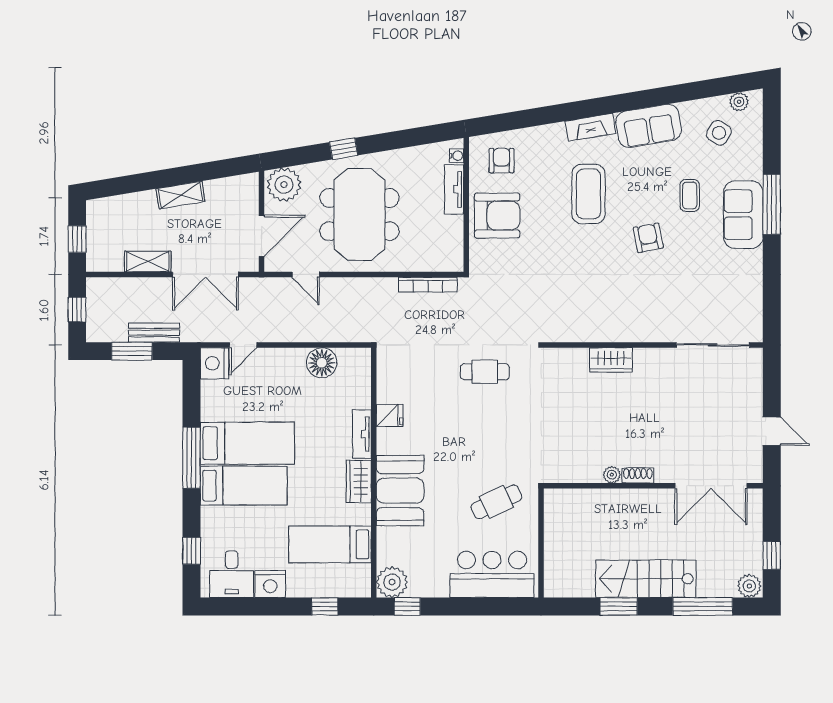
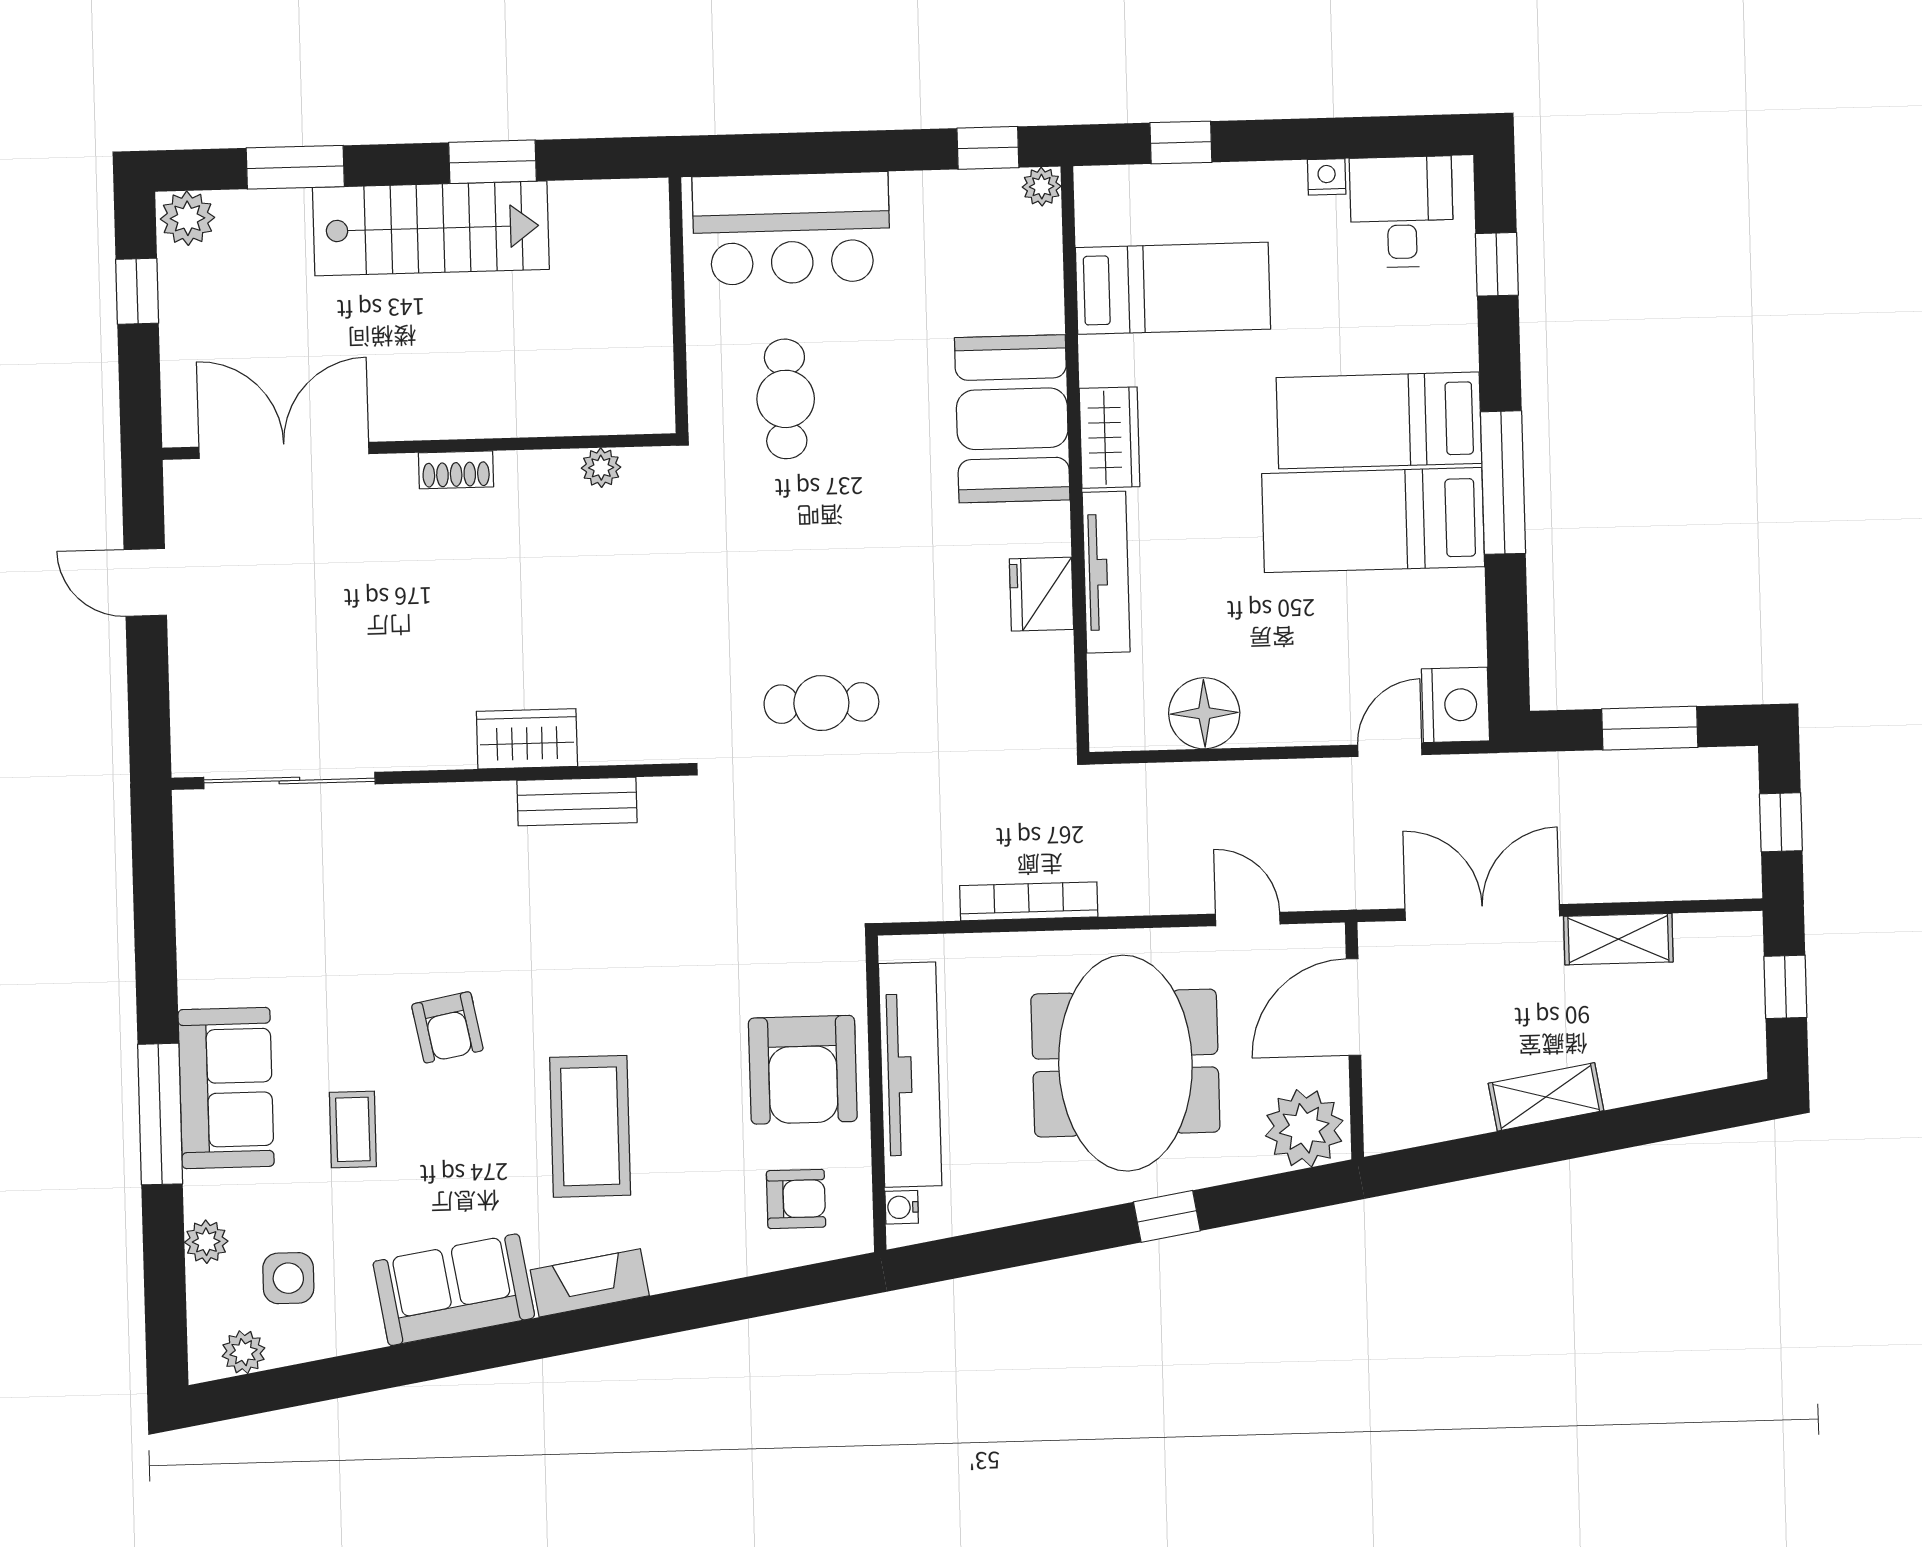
side table: (719, 133) -> (288, 1278), turned -31
plant: (754, 149) -> (206, 1242), added
armchair: (502, 161) -> (796, 1199), turned -90
tv unit: (454, 189) -> (910, 1075), width x1.92, depth x1.29
armchair: (497, 216) -> (803, 1070), turned -90
bookcase: (428, 285) -> (1029, 901), moved
bench: (154, 333) -> (577, 801), moved
fridge: (390, 416) -> (1041, 594), width x1.38
tv unit: (362, 434) -> (1106, 572), width x1.41
plant: (612, 475) -> (601, 468), moved
cafe table: (496, 502) -> (786, 399), turned -65
plant: (392, 582) -> (1042, 187), width x0.53, depth x0.53
nightstand: (270, 584) -> (1327, 177), width x0.53, depth x0.56
window: (703, 606) -> (295, 167), width x0.69

